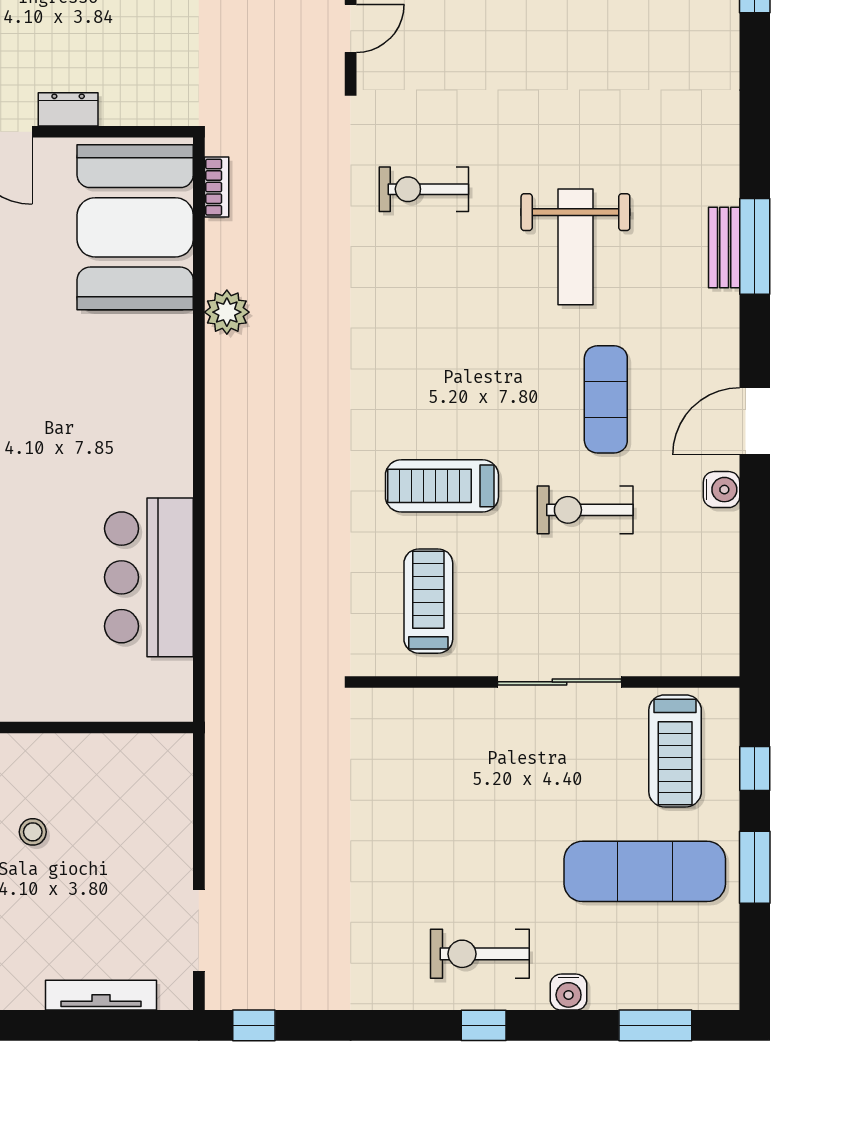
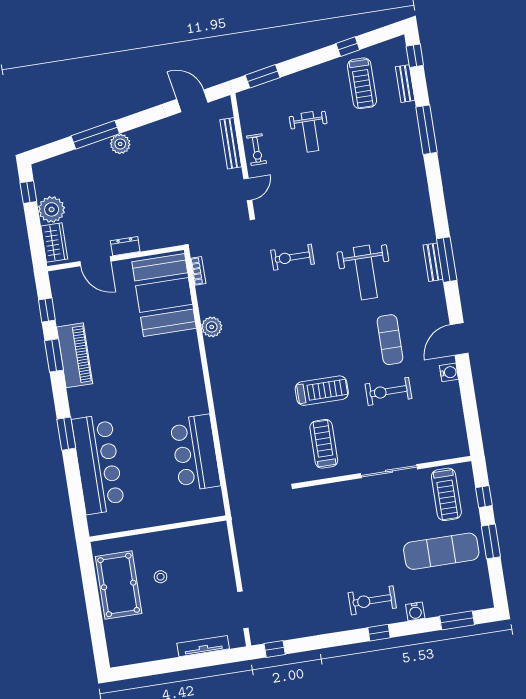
treadmill: (442, 486) -> (322, 391), turned 180

